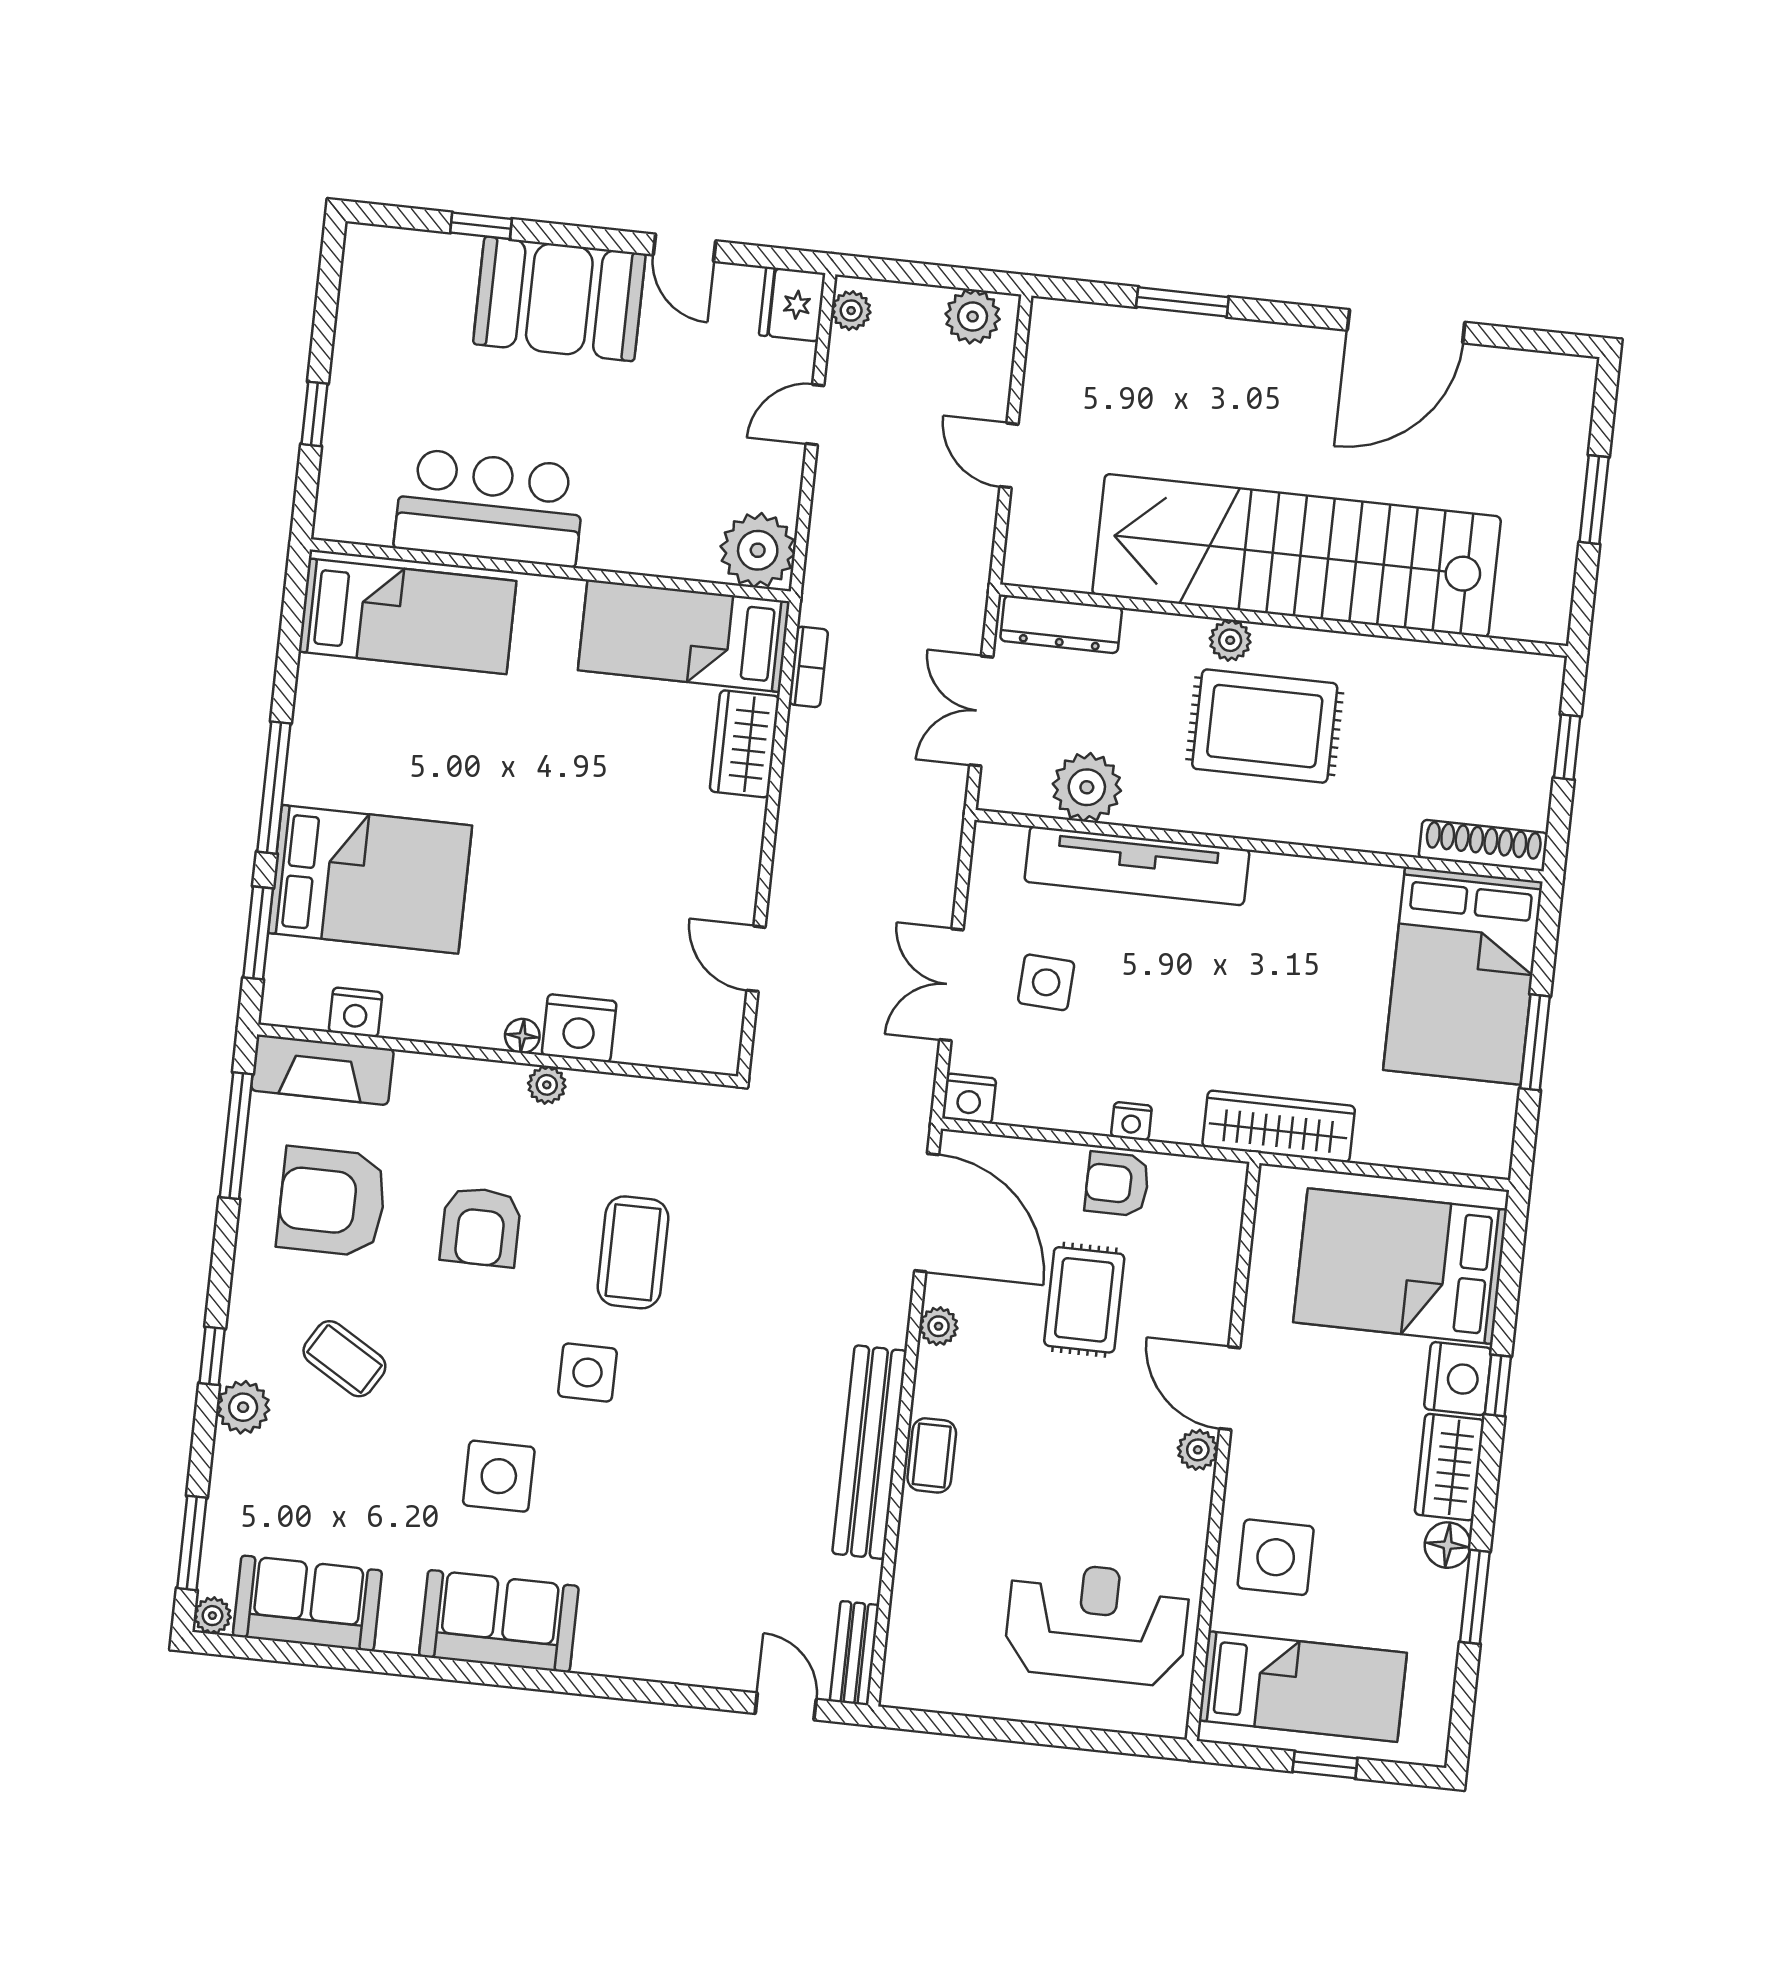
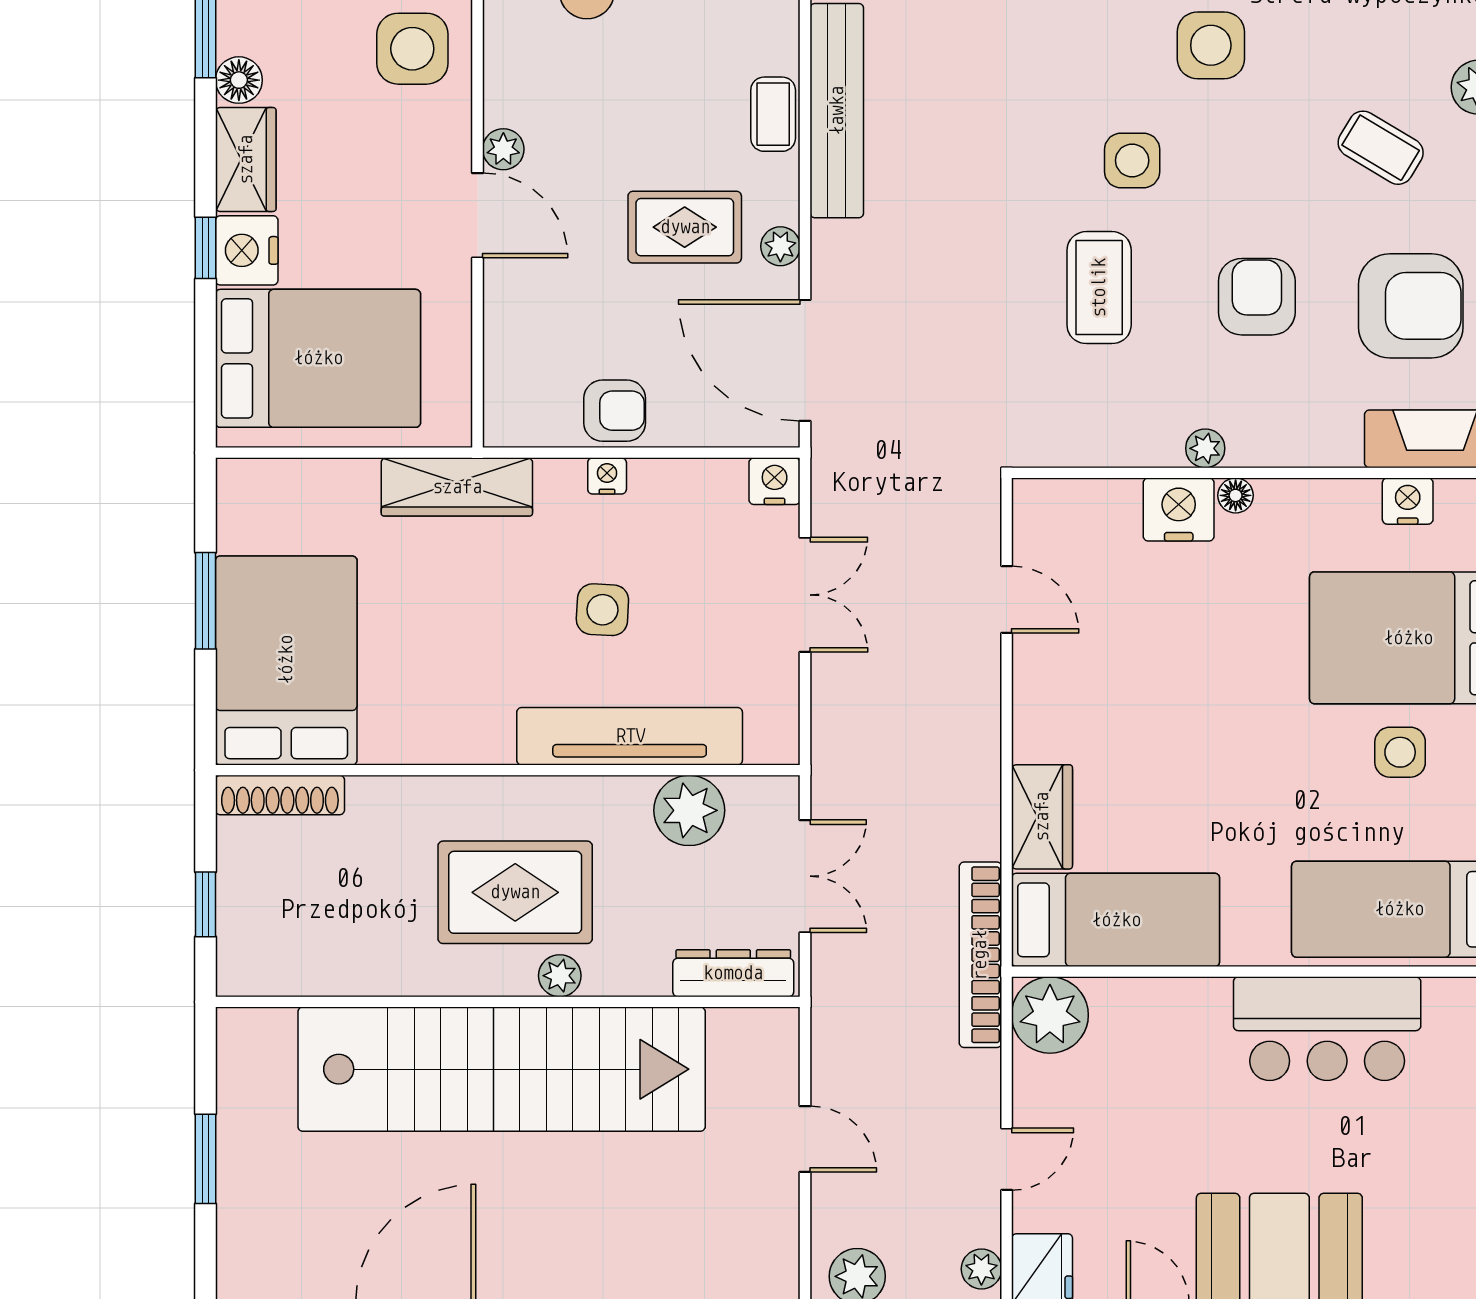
bookcase: (808, 667) -> (980, 955), width x2.31, depth x1.31
side table: (389, 769) -> (1400, 752), added
side table: (1046, 982) -> (602, 610), moved
rug: (1084, 1300) -> (685, 227), moved, turned 90

